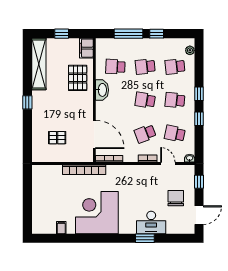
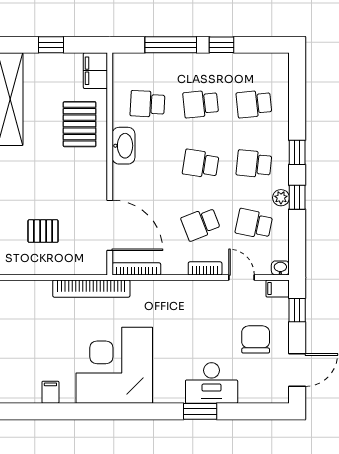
plant: (190, 50) -> (281, 198), moved
filing cabinet: (188, 170) -> (278, 289), added

